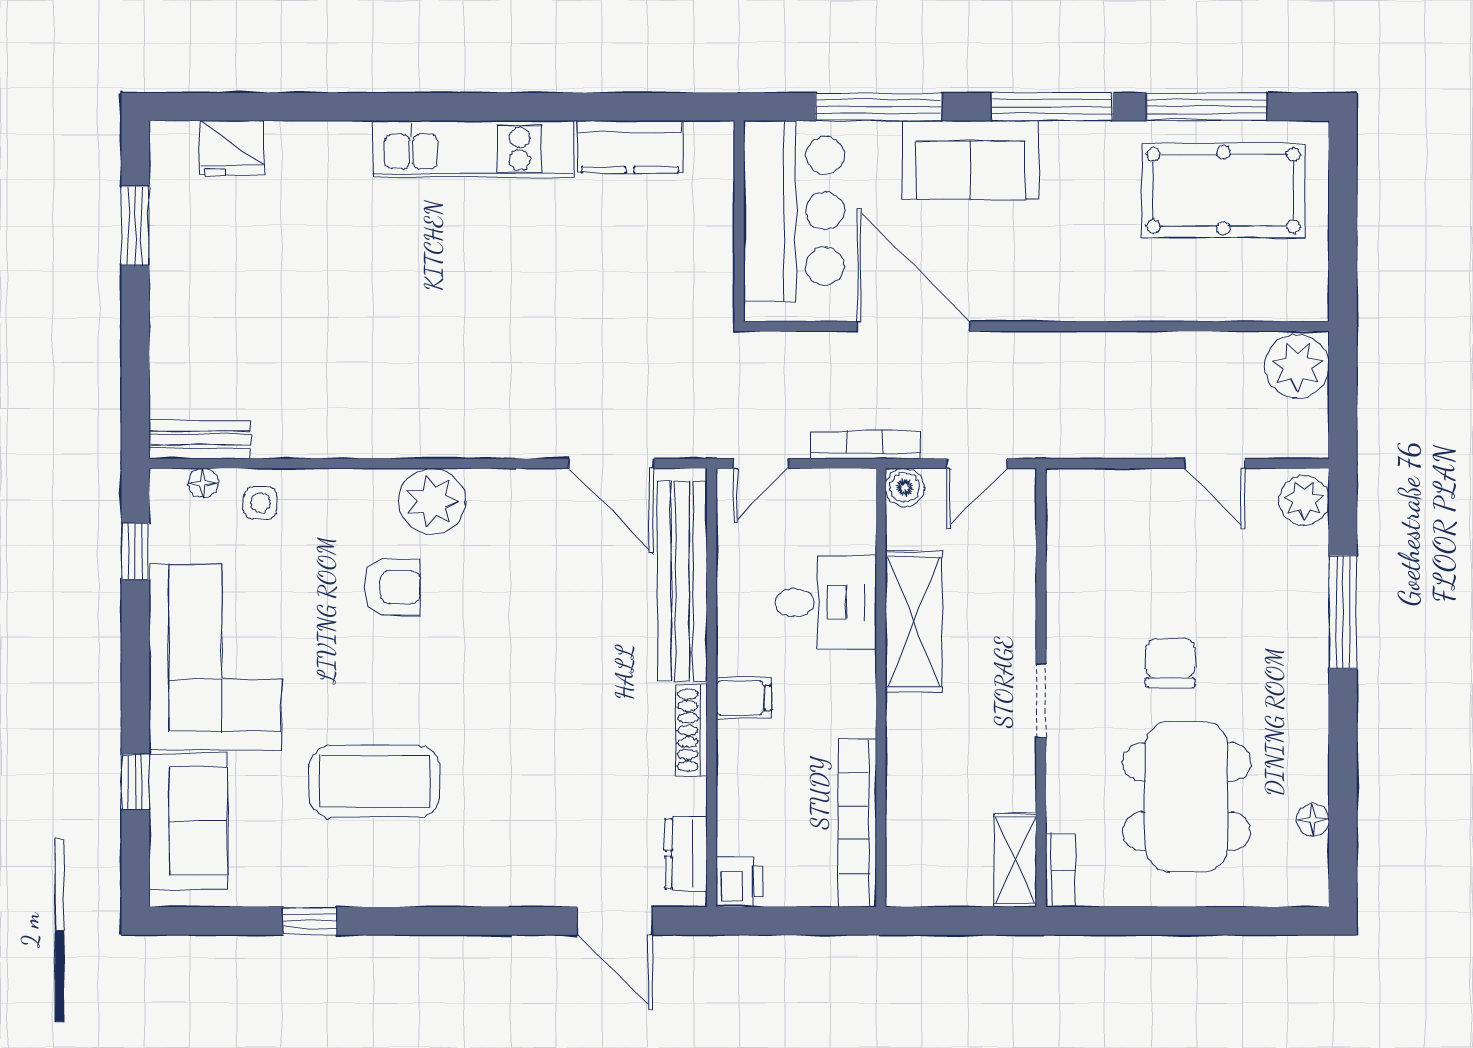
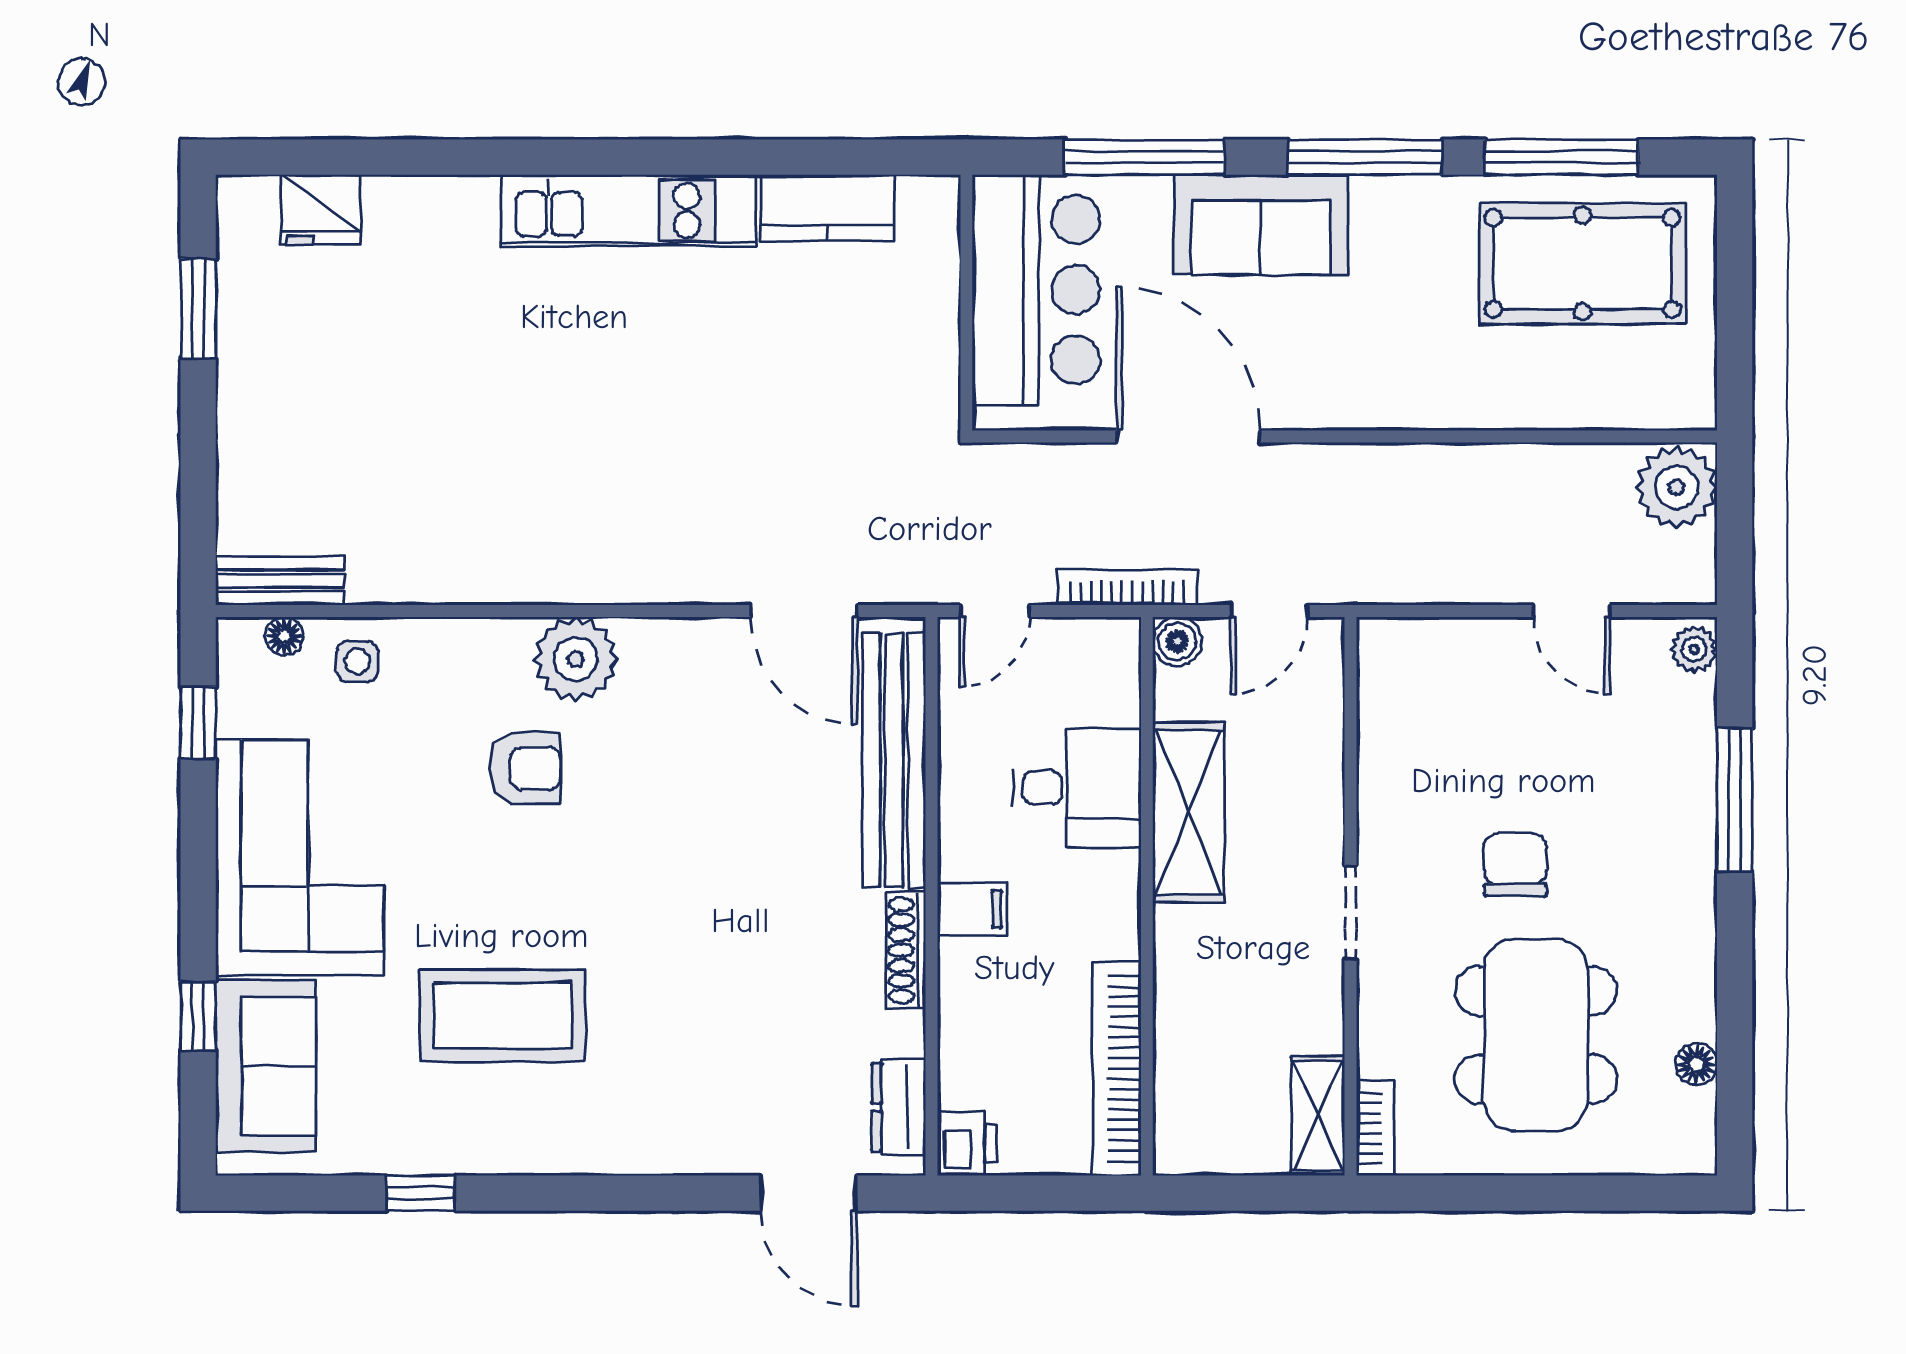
plant: (1304, 500) -> (1694, 649), width x0.73, depth x0.73

